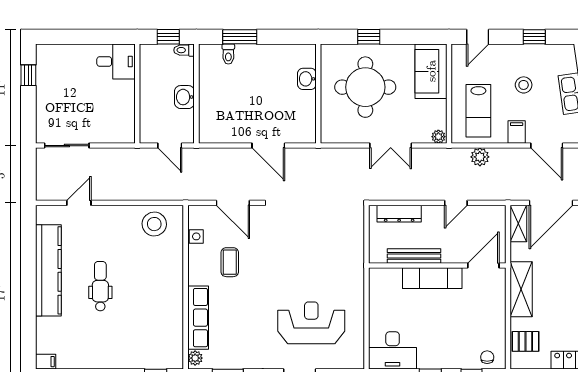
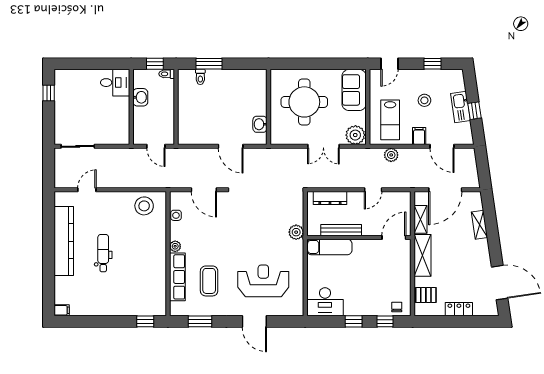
window: (369, 37) -> (307, 64), removed
washbasin: (307, 79) -> (260, 124), moved
washbasin: (184, 97) -> (140, 97), moved, turned 180
plant: (438, 137) -> (355, 135), width x1.88, depth x1.88
shelving: (518, 223) -> (421, 219), moved
plant: (355, 259) -> (296, 232), added
coffee table: (230, 262) -> (209, 281), moved, width x1.36, depth x1.30
exam couch: (432, 278) -> (329, 247), moved
plant: (195, 358) -> (175, 246), moved

